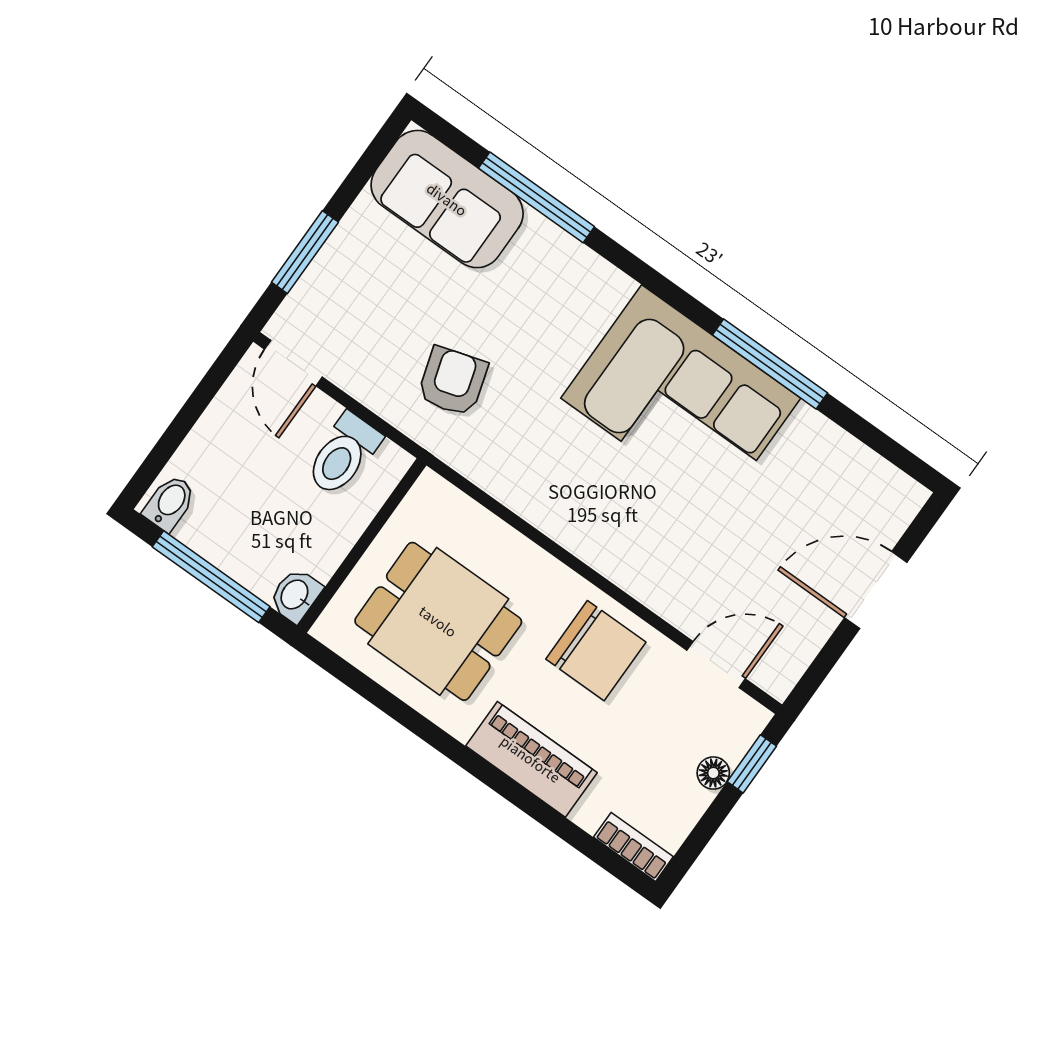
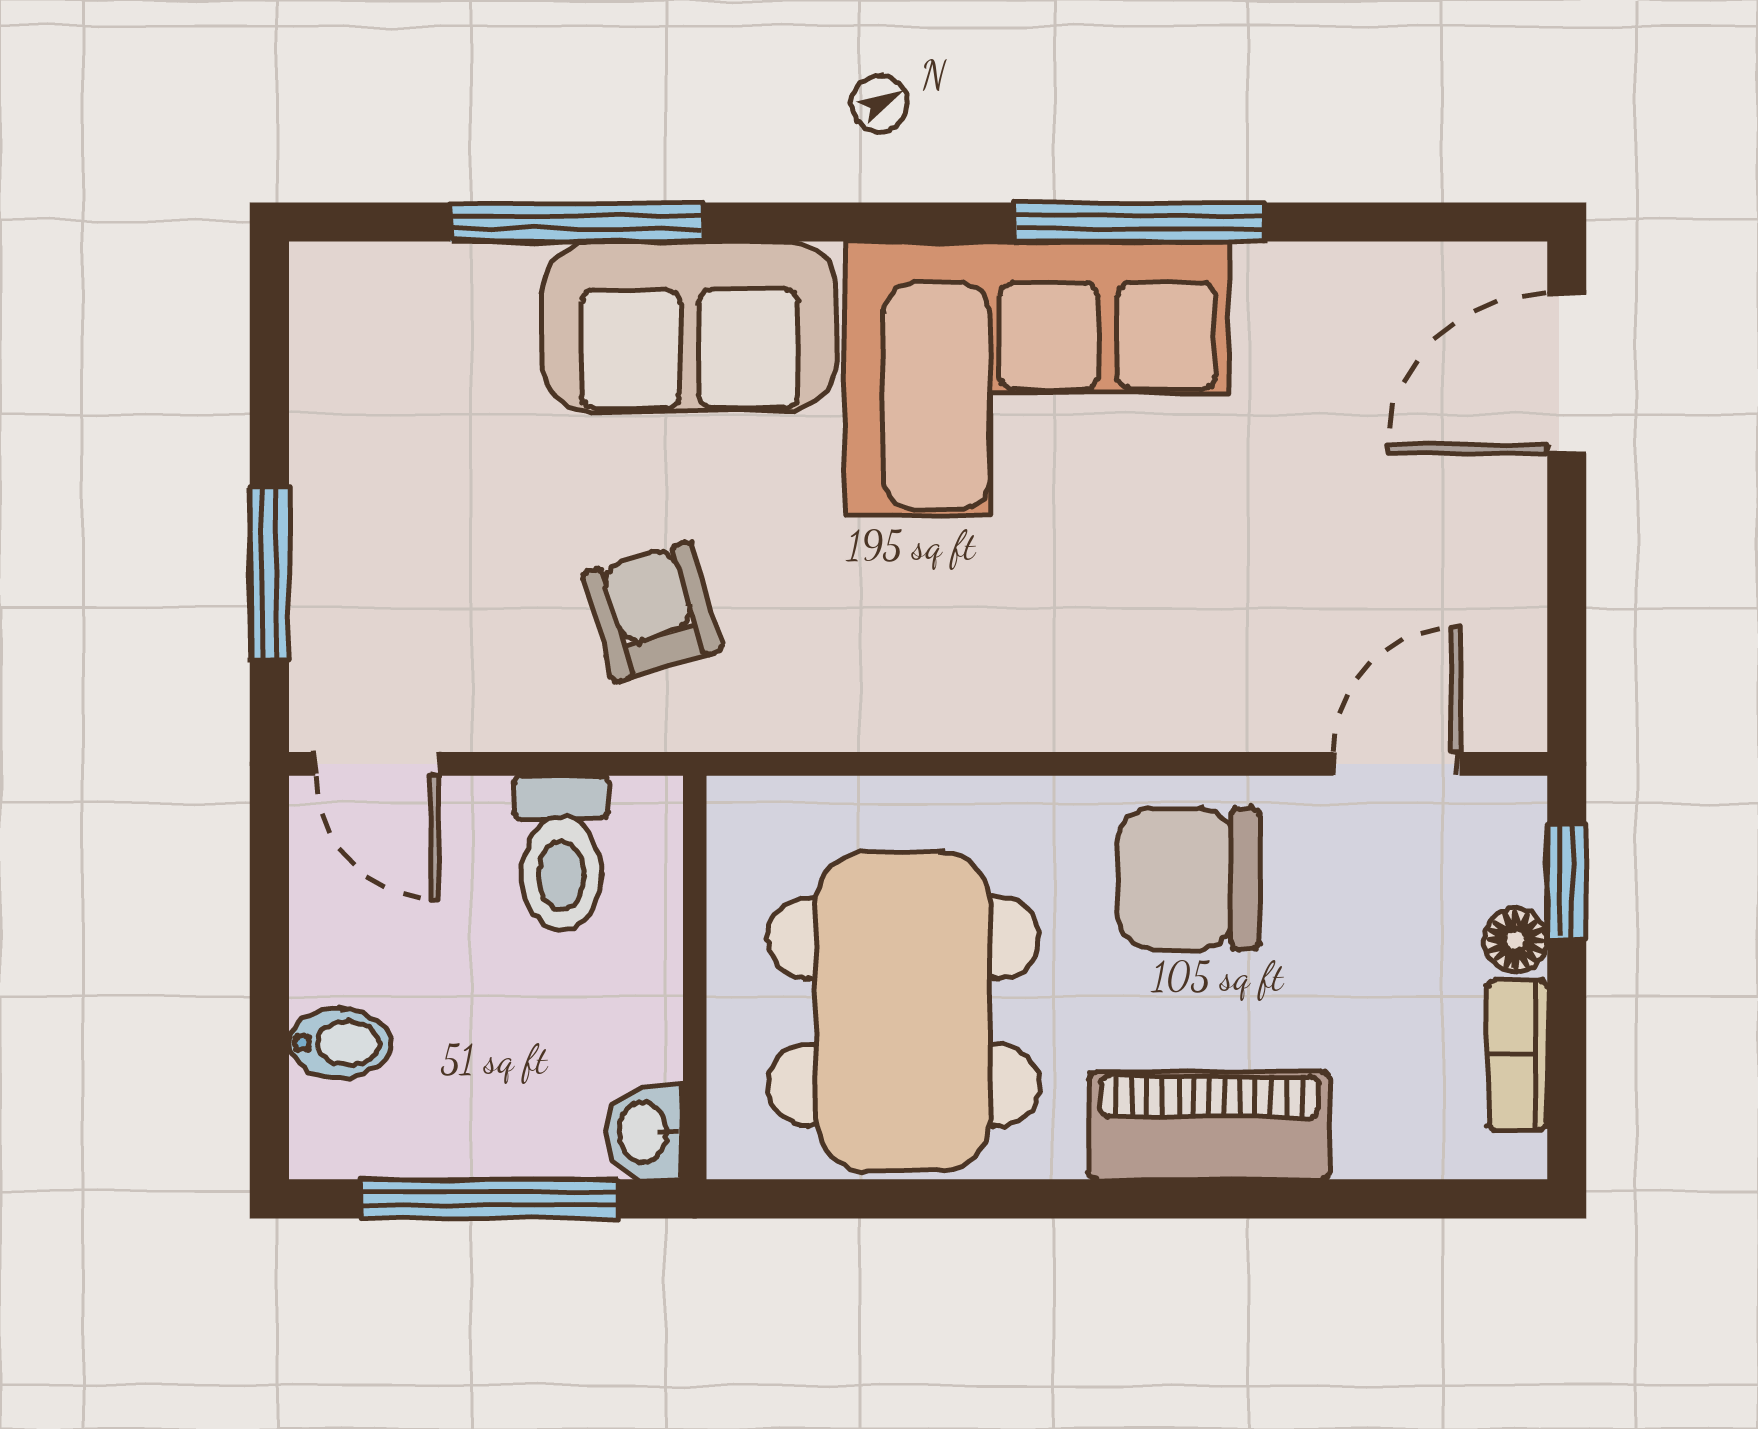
sofa: (447, 199) -> (689, 327), moved
bidet: (170, 503) -> (340, 1043), moved, turned 90
door: (876, 590) -> (1567, 374), moved
dining table: (438, 621) -> (903, 1011), width x1.38
chair: (596, 651) -> (1188, 879), turned 180
bookcase: (633, 847) -> (1517, 1055), moved, turned -90

